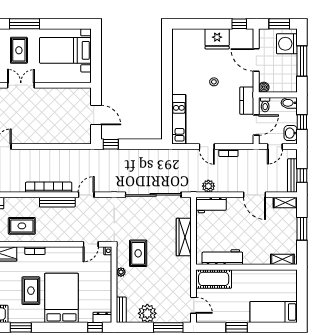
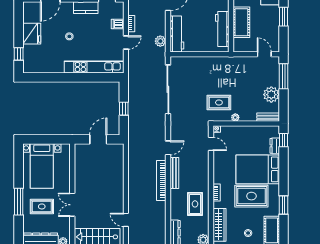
window: (239, 24) -> (19, 54), moved
kitchen unit: (179, 119) -> (94, 67), width x1.36
dishwasher: (228, 137) -> (118, 24), added
window: (111, 144) -> (124, 109), moved
door: (86, 195) -> (168, 148), swing flipped
workbench: (211, 205) -> (177, 34), width x1.38
wardrobe: (184, 237) -> (205, 63), removed
cot: (214, 279) -> (241, 22), moved
rug: (31, 291) -> (251, 196), width x1.36, depth x1.43
door: (194, 305) -> (264, 54), hinge flipped
dresser: (102, 317) -> (275, 146), moved

